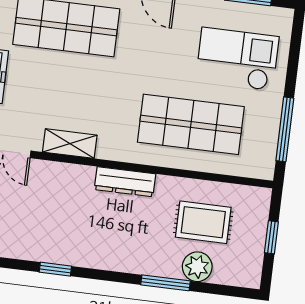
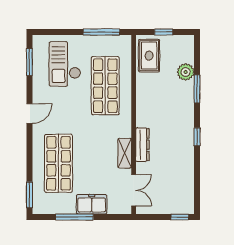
dresser: (125, 182) -> (142, 145), moved
rug: (203, 222) -> (149, 56), moved
window: (55, 269) -> (197, 137), moved

